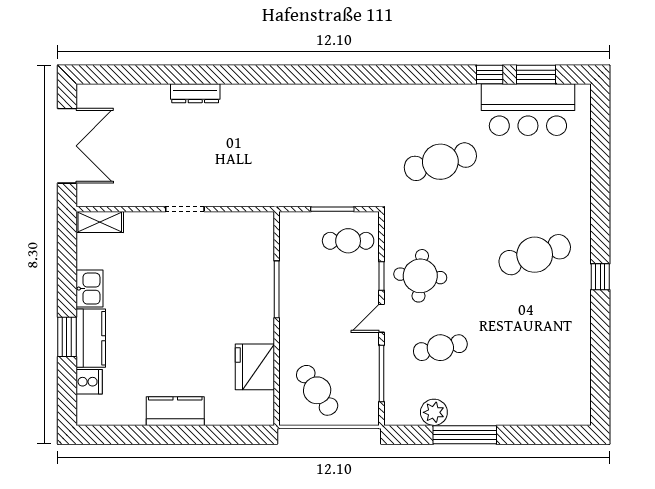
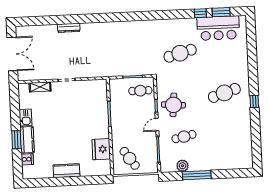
shelving: (100, 222) -> (40, 87), moved

